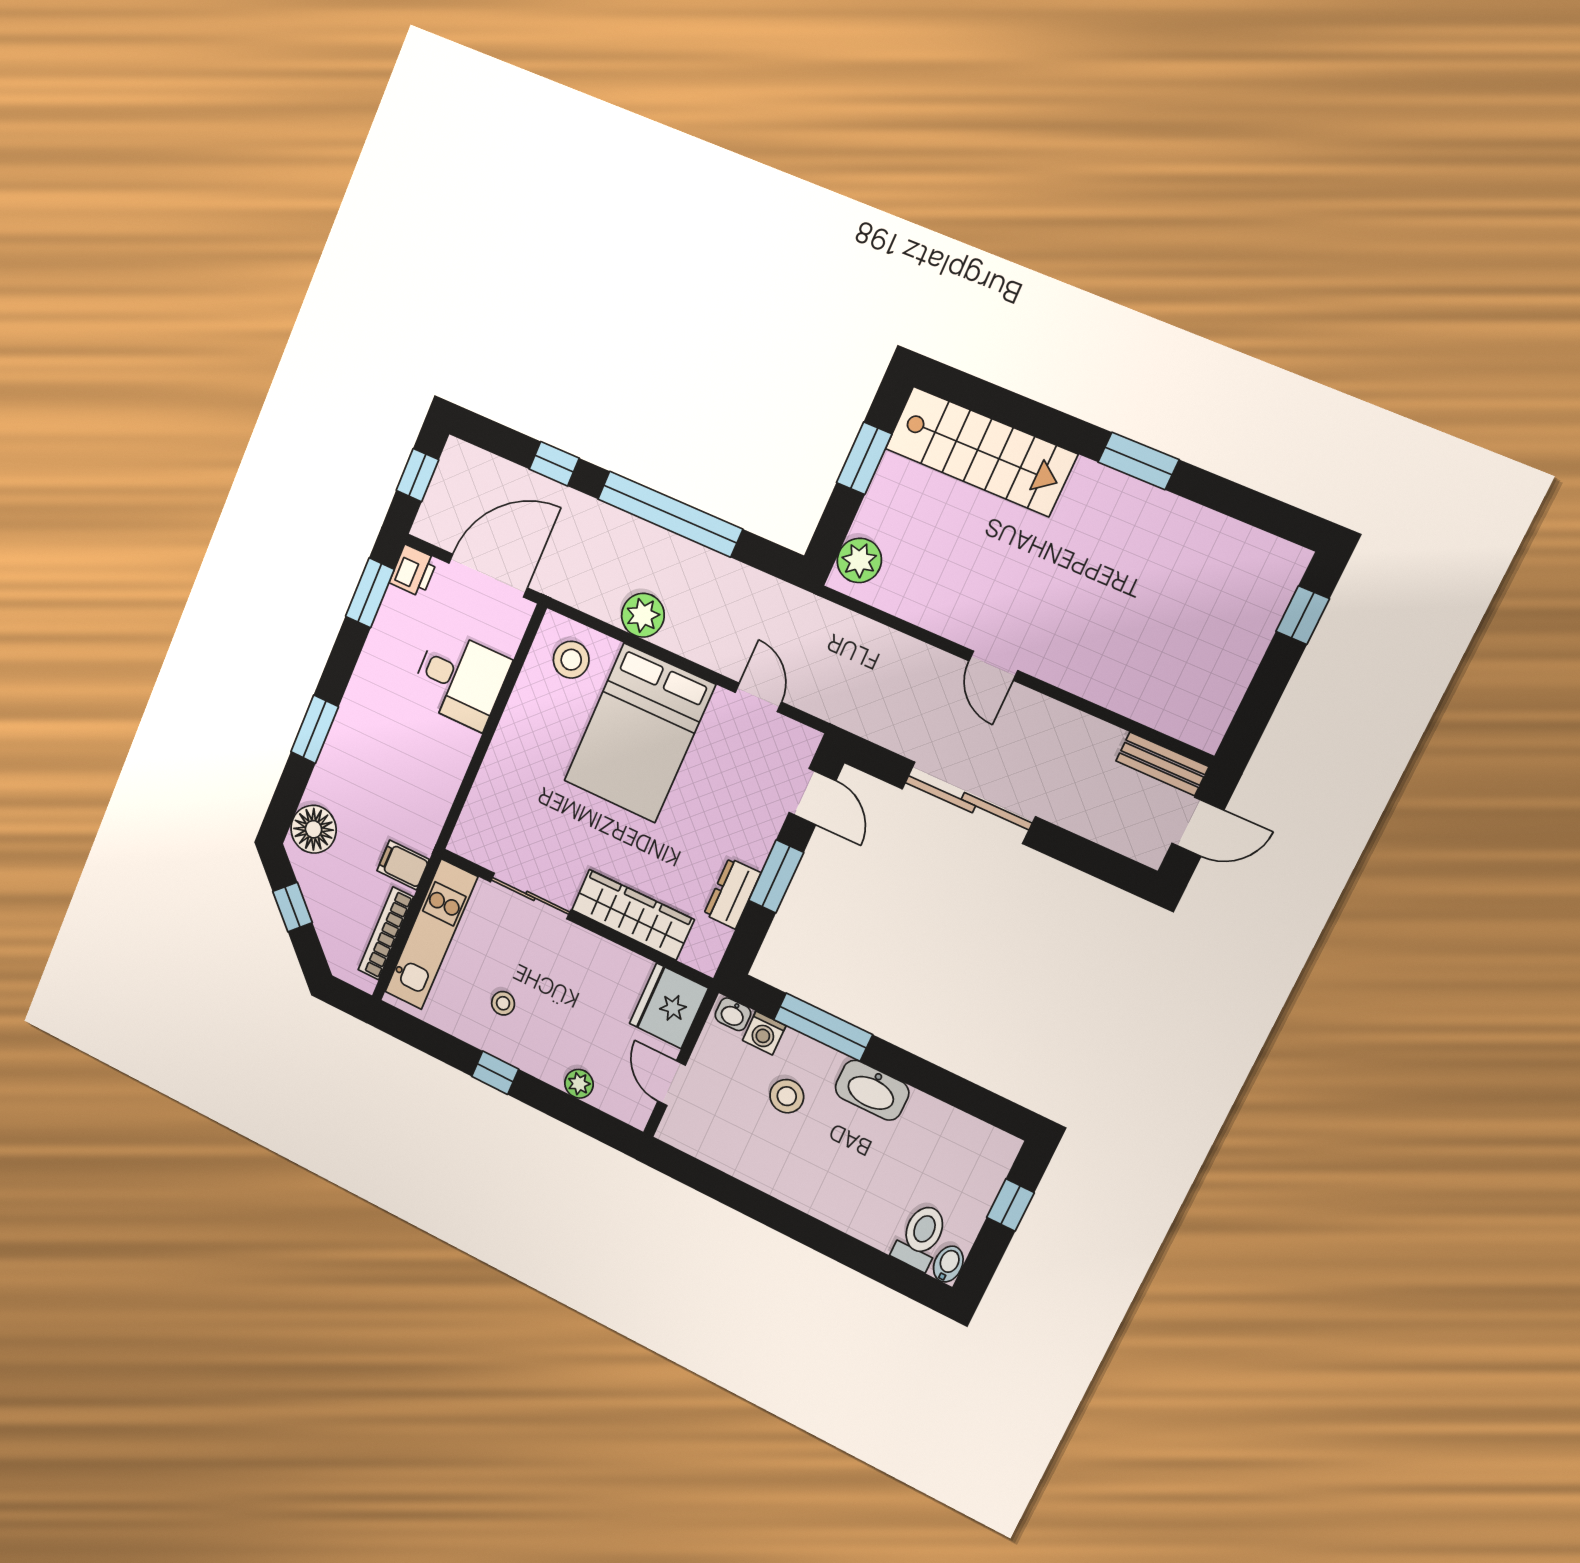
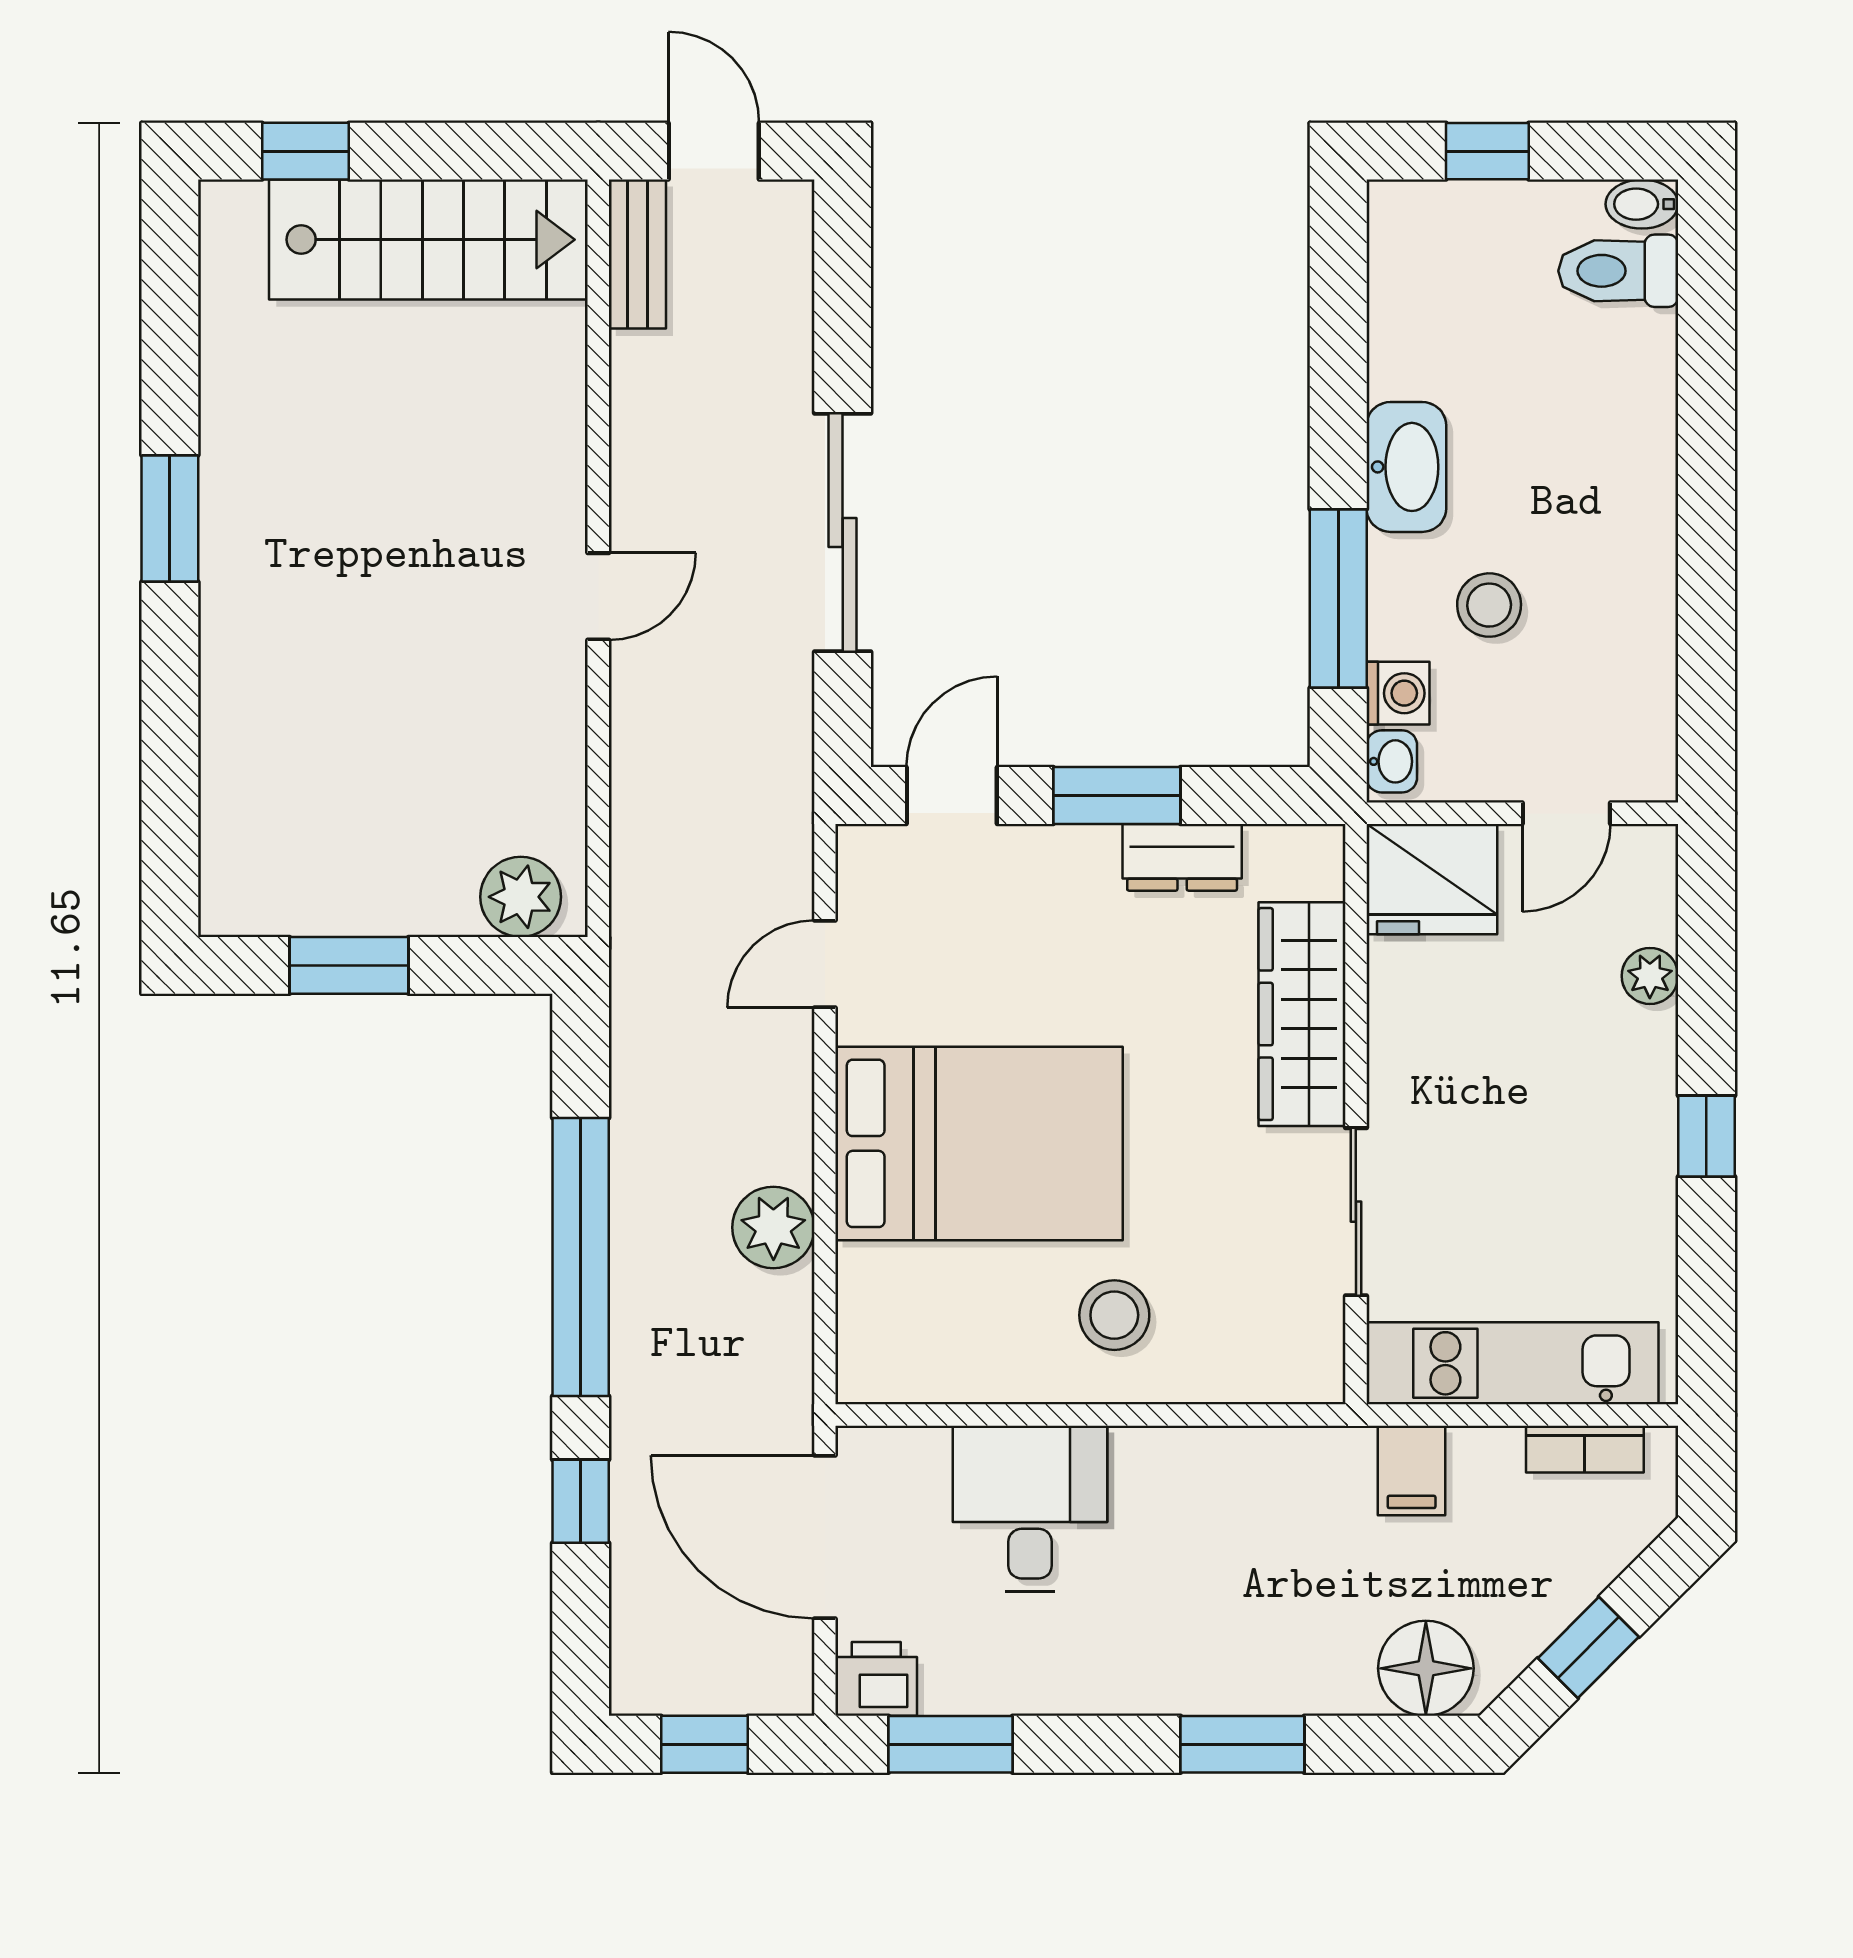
stairs: (981, 451) -> (428, 240), moved, turned 90
stool: (571, 660) -> (1114, 1315), moved
bookcase: (386, 933) -> (1585, 1449), width x0.64
stool: (503, 1003) -> (1573, 1177), removed

